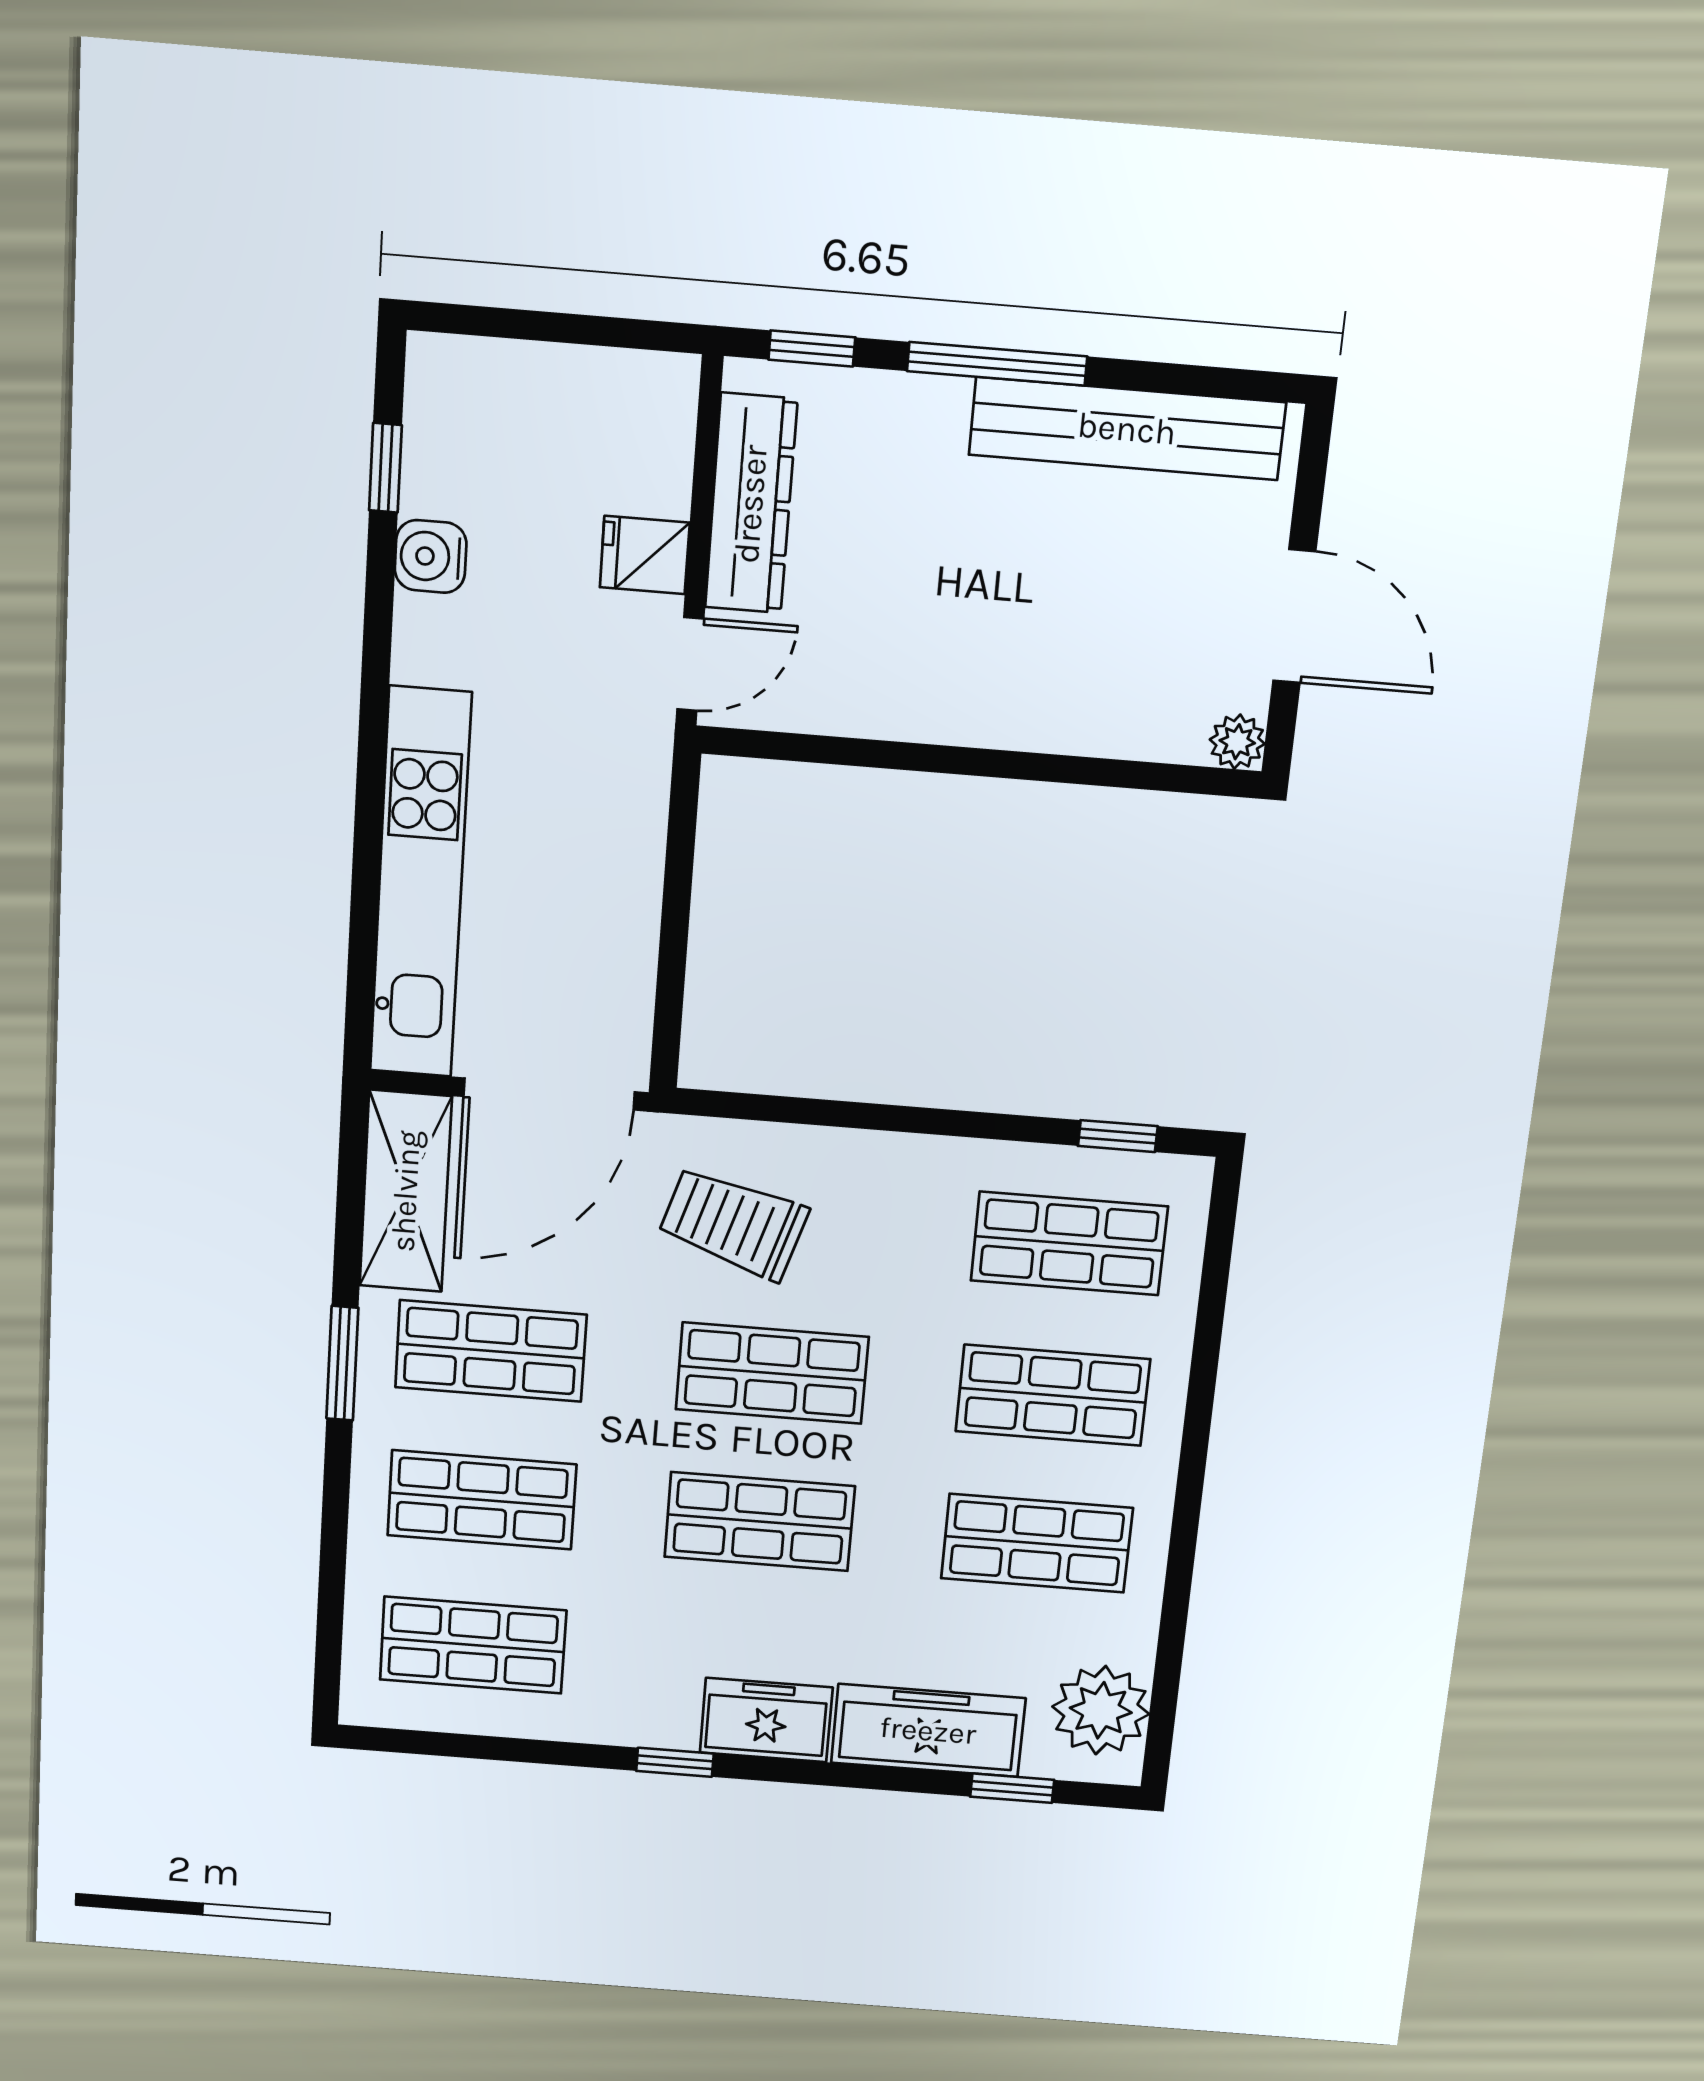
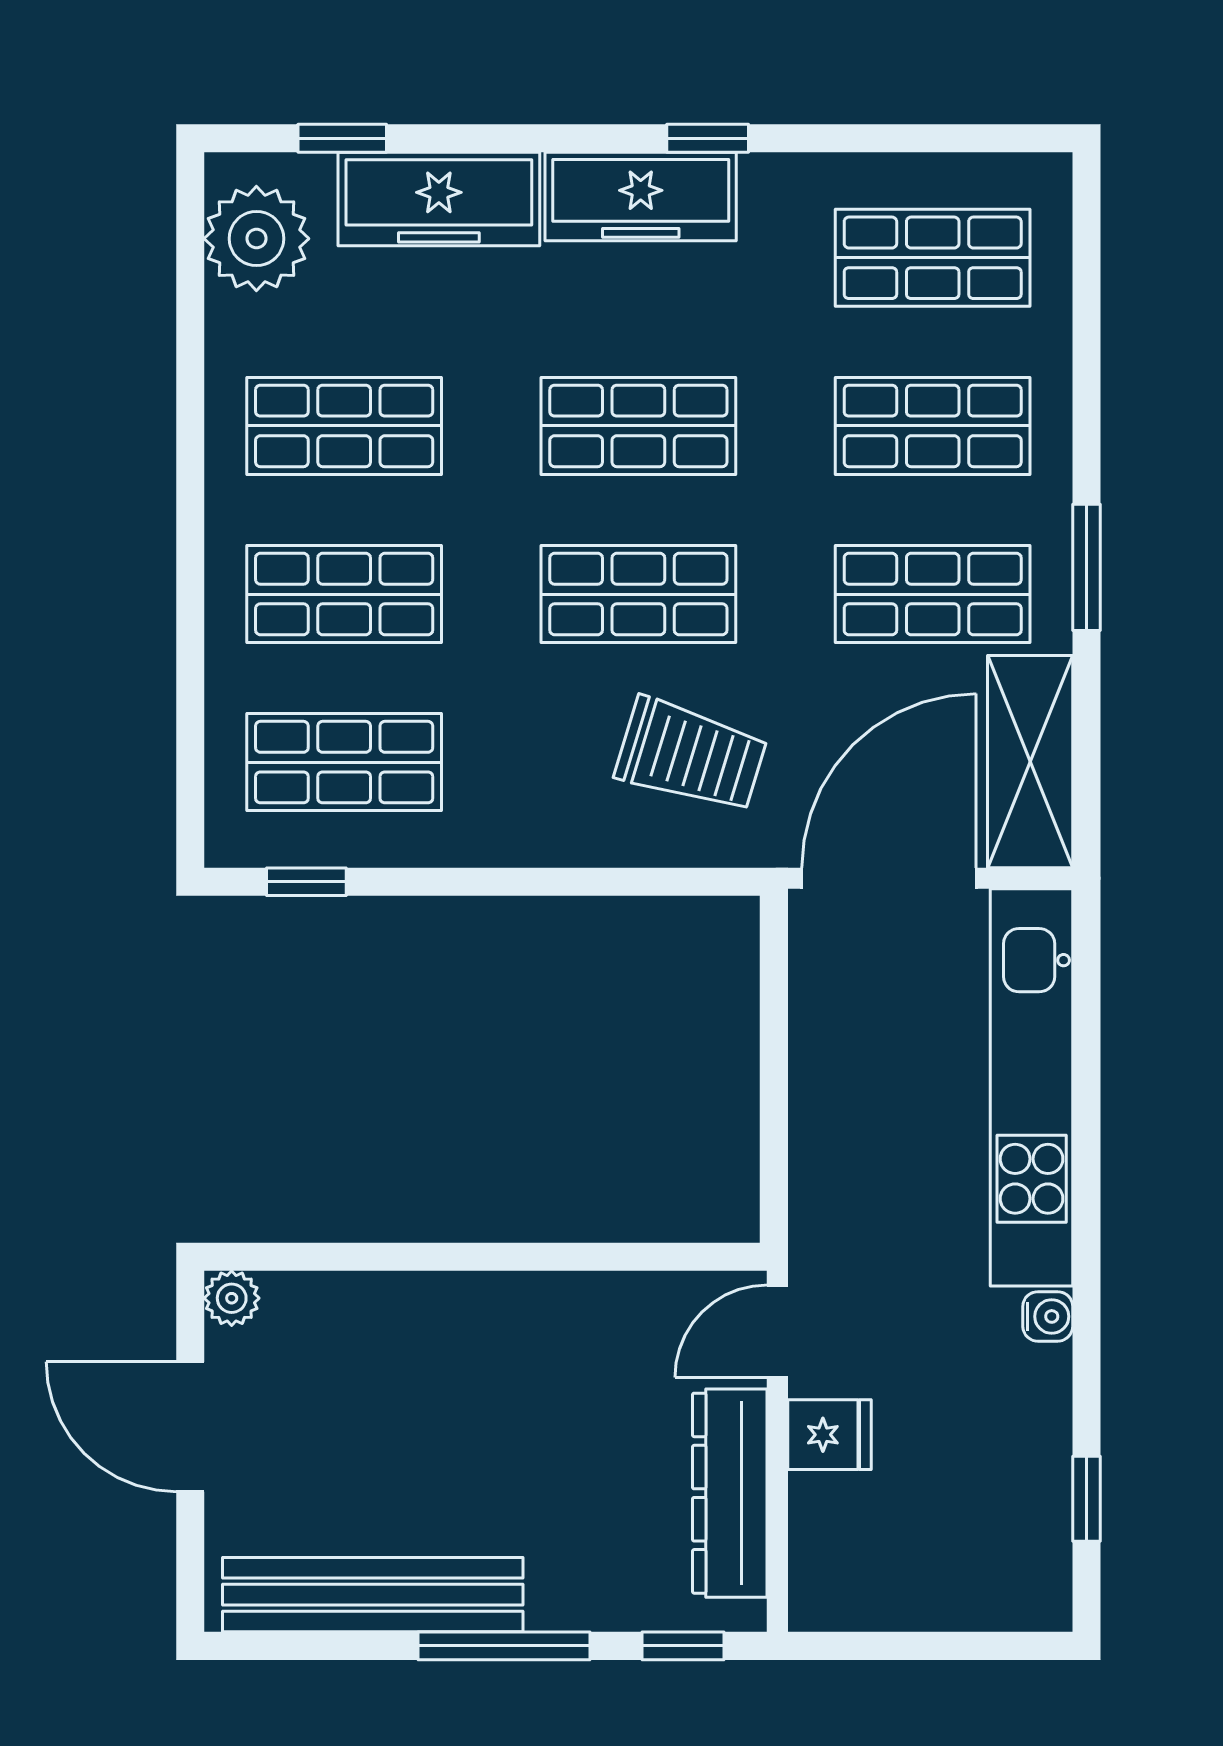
water cooler: (431, 556) -> (1048, 1316), moved, width x0.72, depth x0.72
freezer: (766, 1720) -> (641, 197), width x1.40

